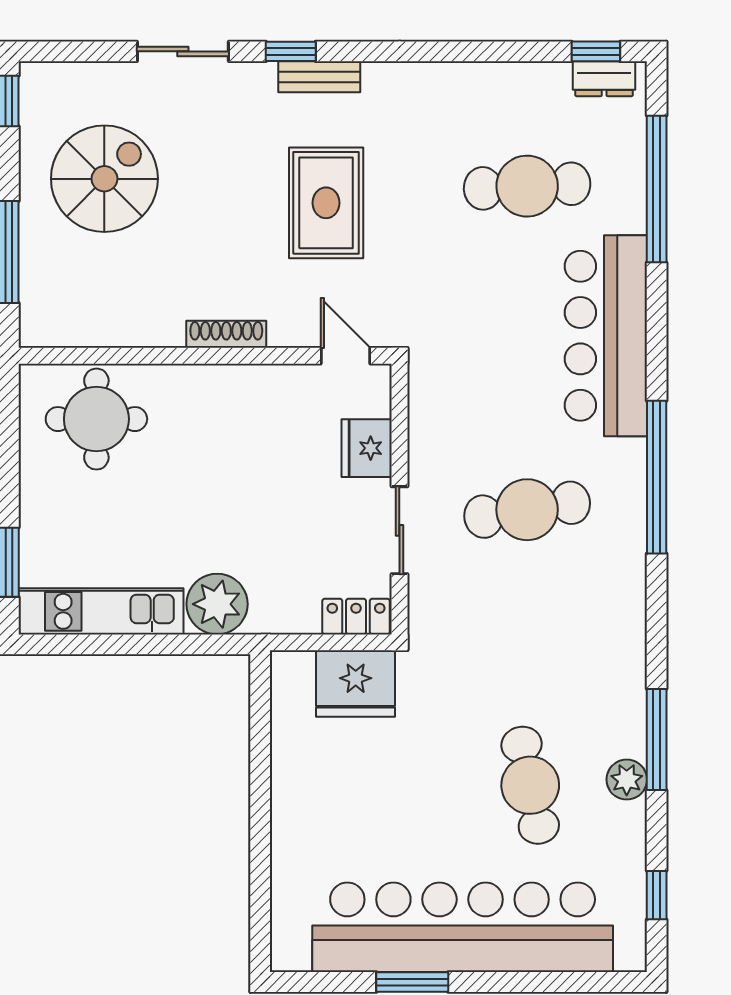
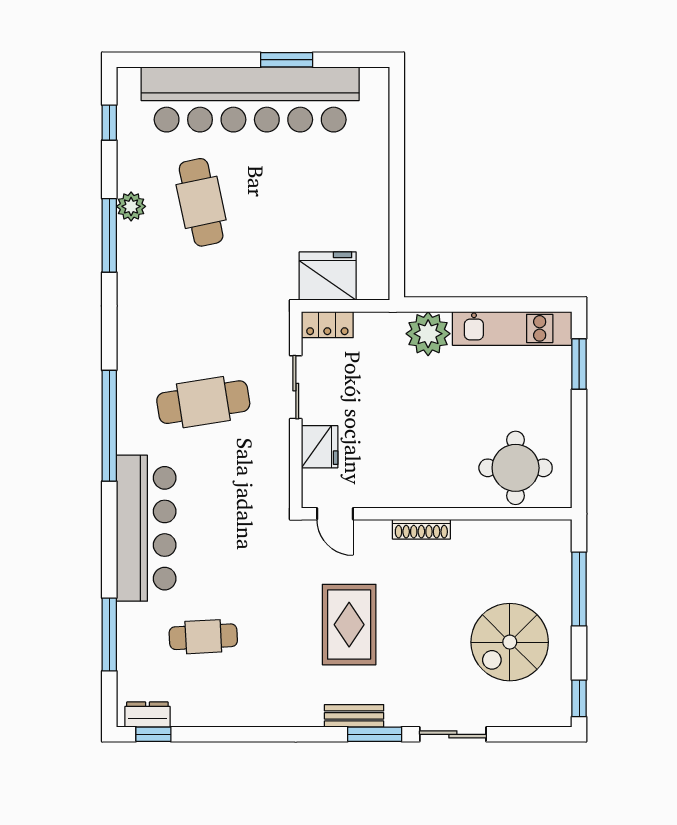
window: (291, 51) -> (375, 734), width x1.50
cafe table: (527, 186) -> (203, 637), width x0.73, depth x0.74
window: (657, 189) -> (109, 635), width x0.68

